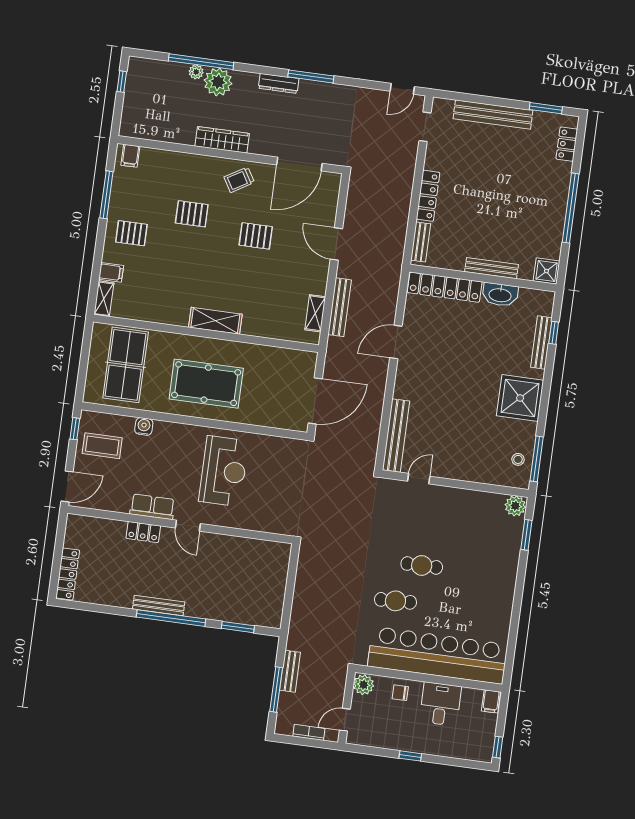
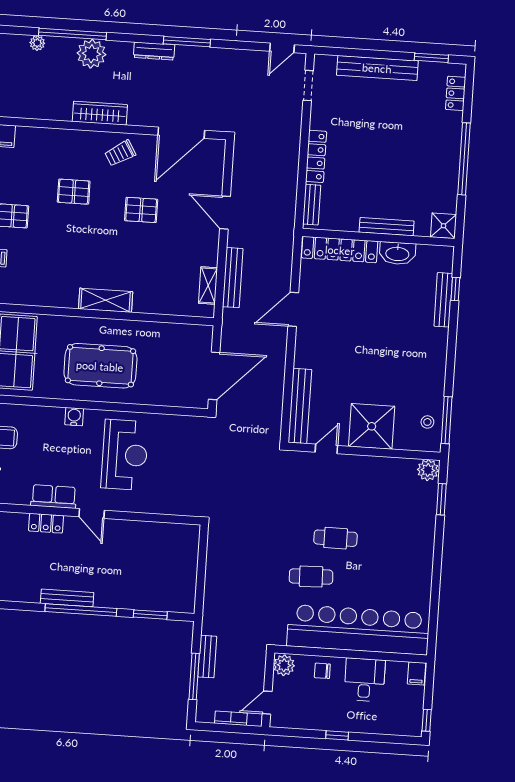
plant: (196, 72) -> (37, 43), moved
shower: (520, 398) -> (372, 426), moved
water cooler: (144, 426) -> (74, 417), moved

